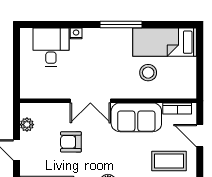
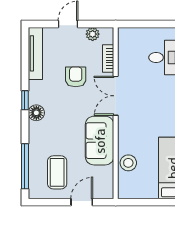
stool: (148, 73) -> (128, 163), moved
bookcase: (177, 108) -> (108, 59), moved

